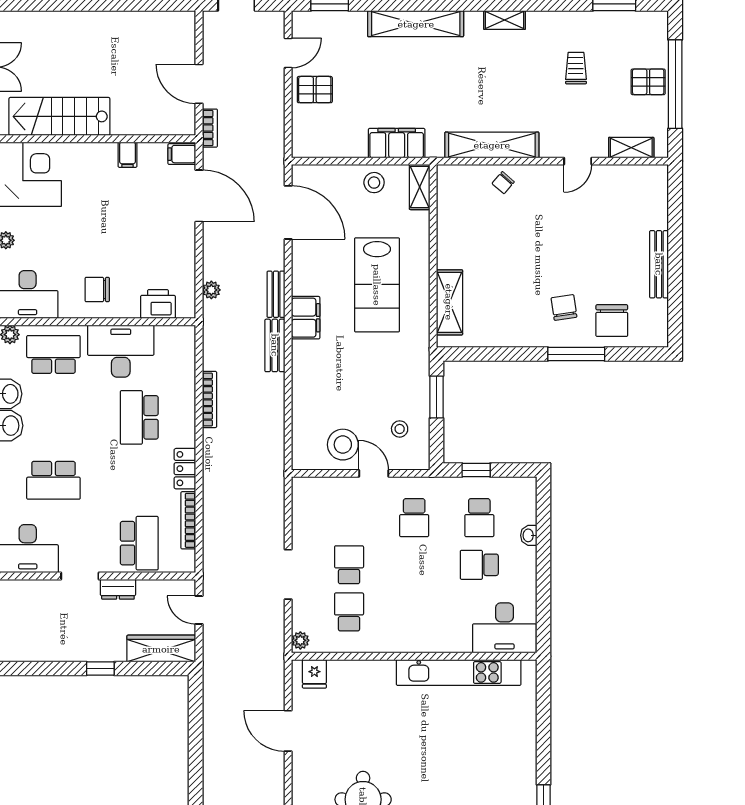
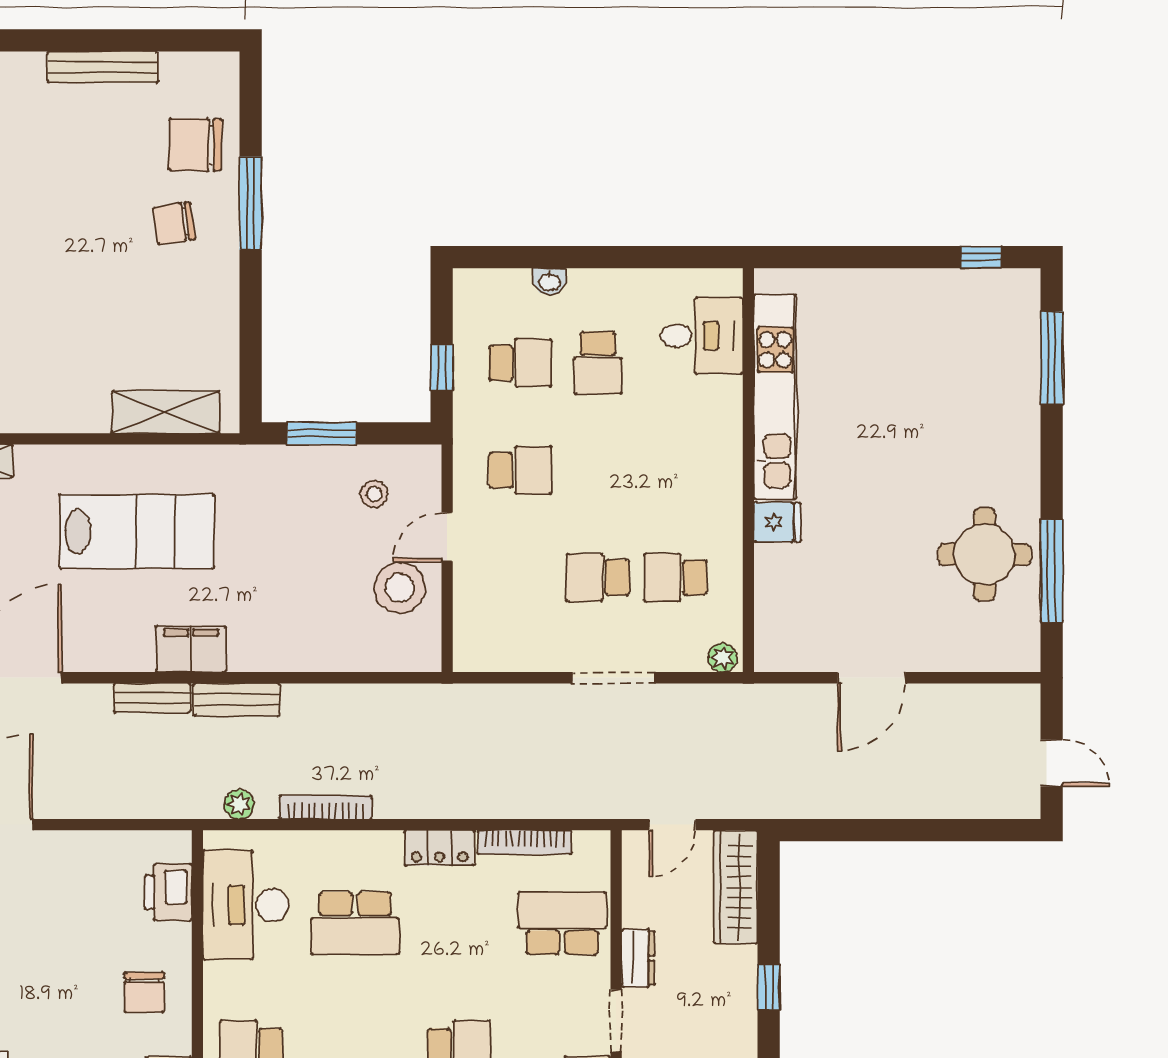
plant: (211, 290) -> (239, 804), moved
chair: (612, 321) -> (196, 145), turned 180
desk: (121, 351) -> (246, 905), moved
desk: (504, 628) -> (702, 336), width x0.73
fridge: (314, 674) -> (777, 522), moved

